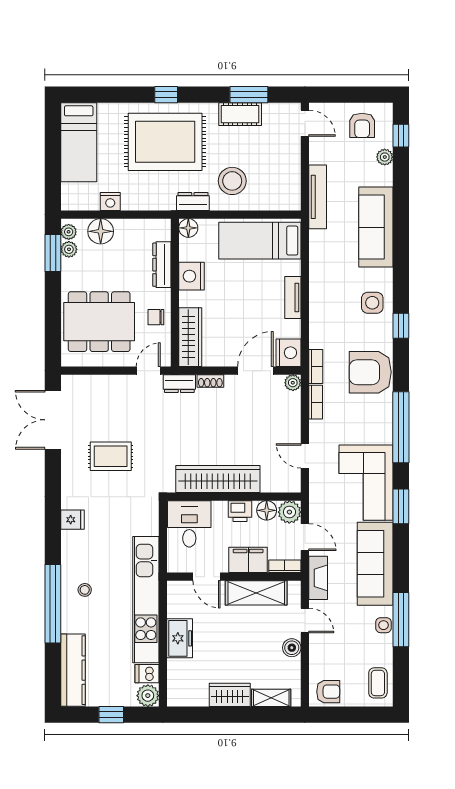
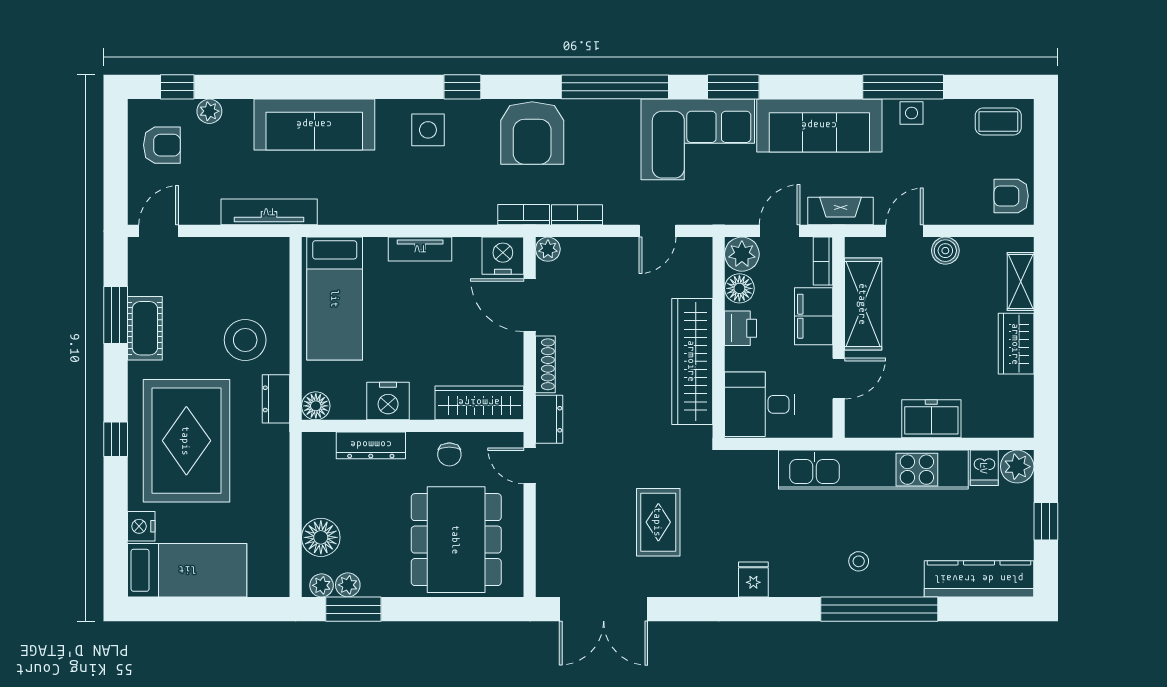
nightstand: (110, 201) -> (141, 526), moved, turned 180
shoe rack: (210, 381) -> (545, 364), width x1.43
armchair: (328, 692) -> (1011, 196), turned -90

